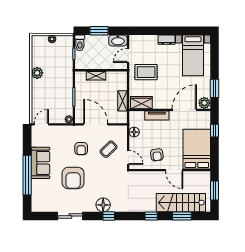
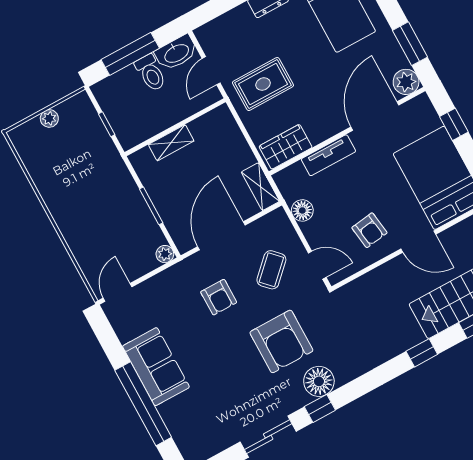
window: (99, 31) -> (130, 54), width x1.44
toilet: (80, 43) -> (151, 73), moved
plant: (37, 73) -> (56, 199), removed
shelving: (122, 101) -> (260, 187), moved
door: (96, 124) -> (221, 236), hinge flipped
armchair: (73, 178) -> (281, 341), moved
window: (109, 216) -> (320, 408), moved

